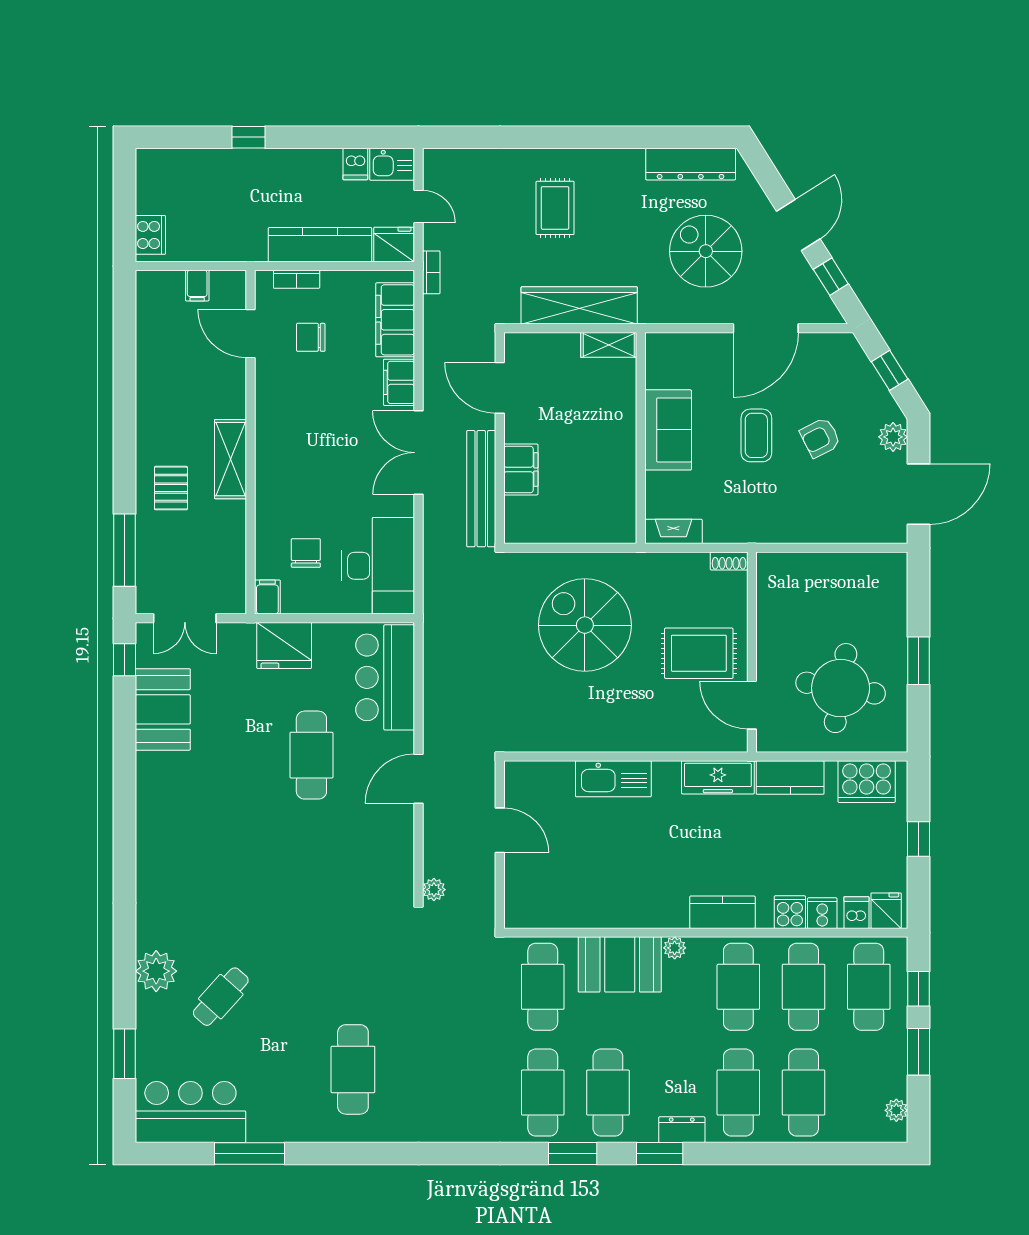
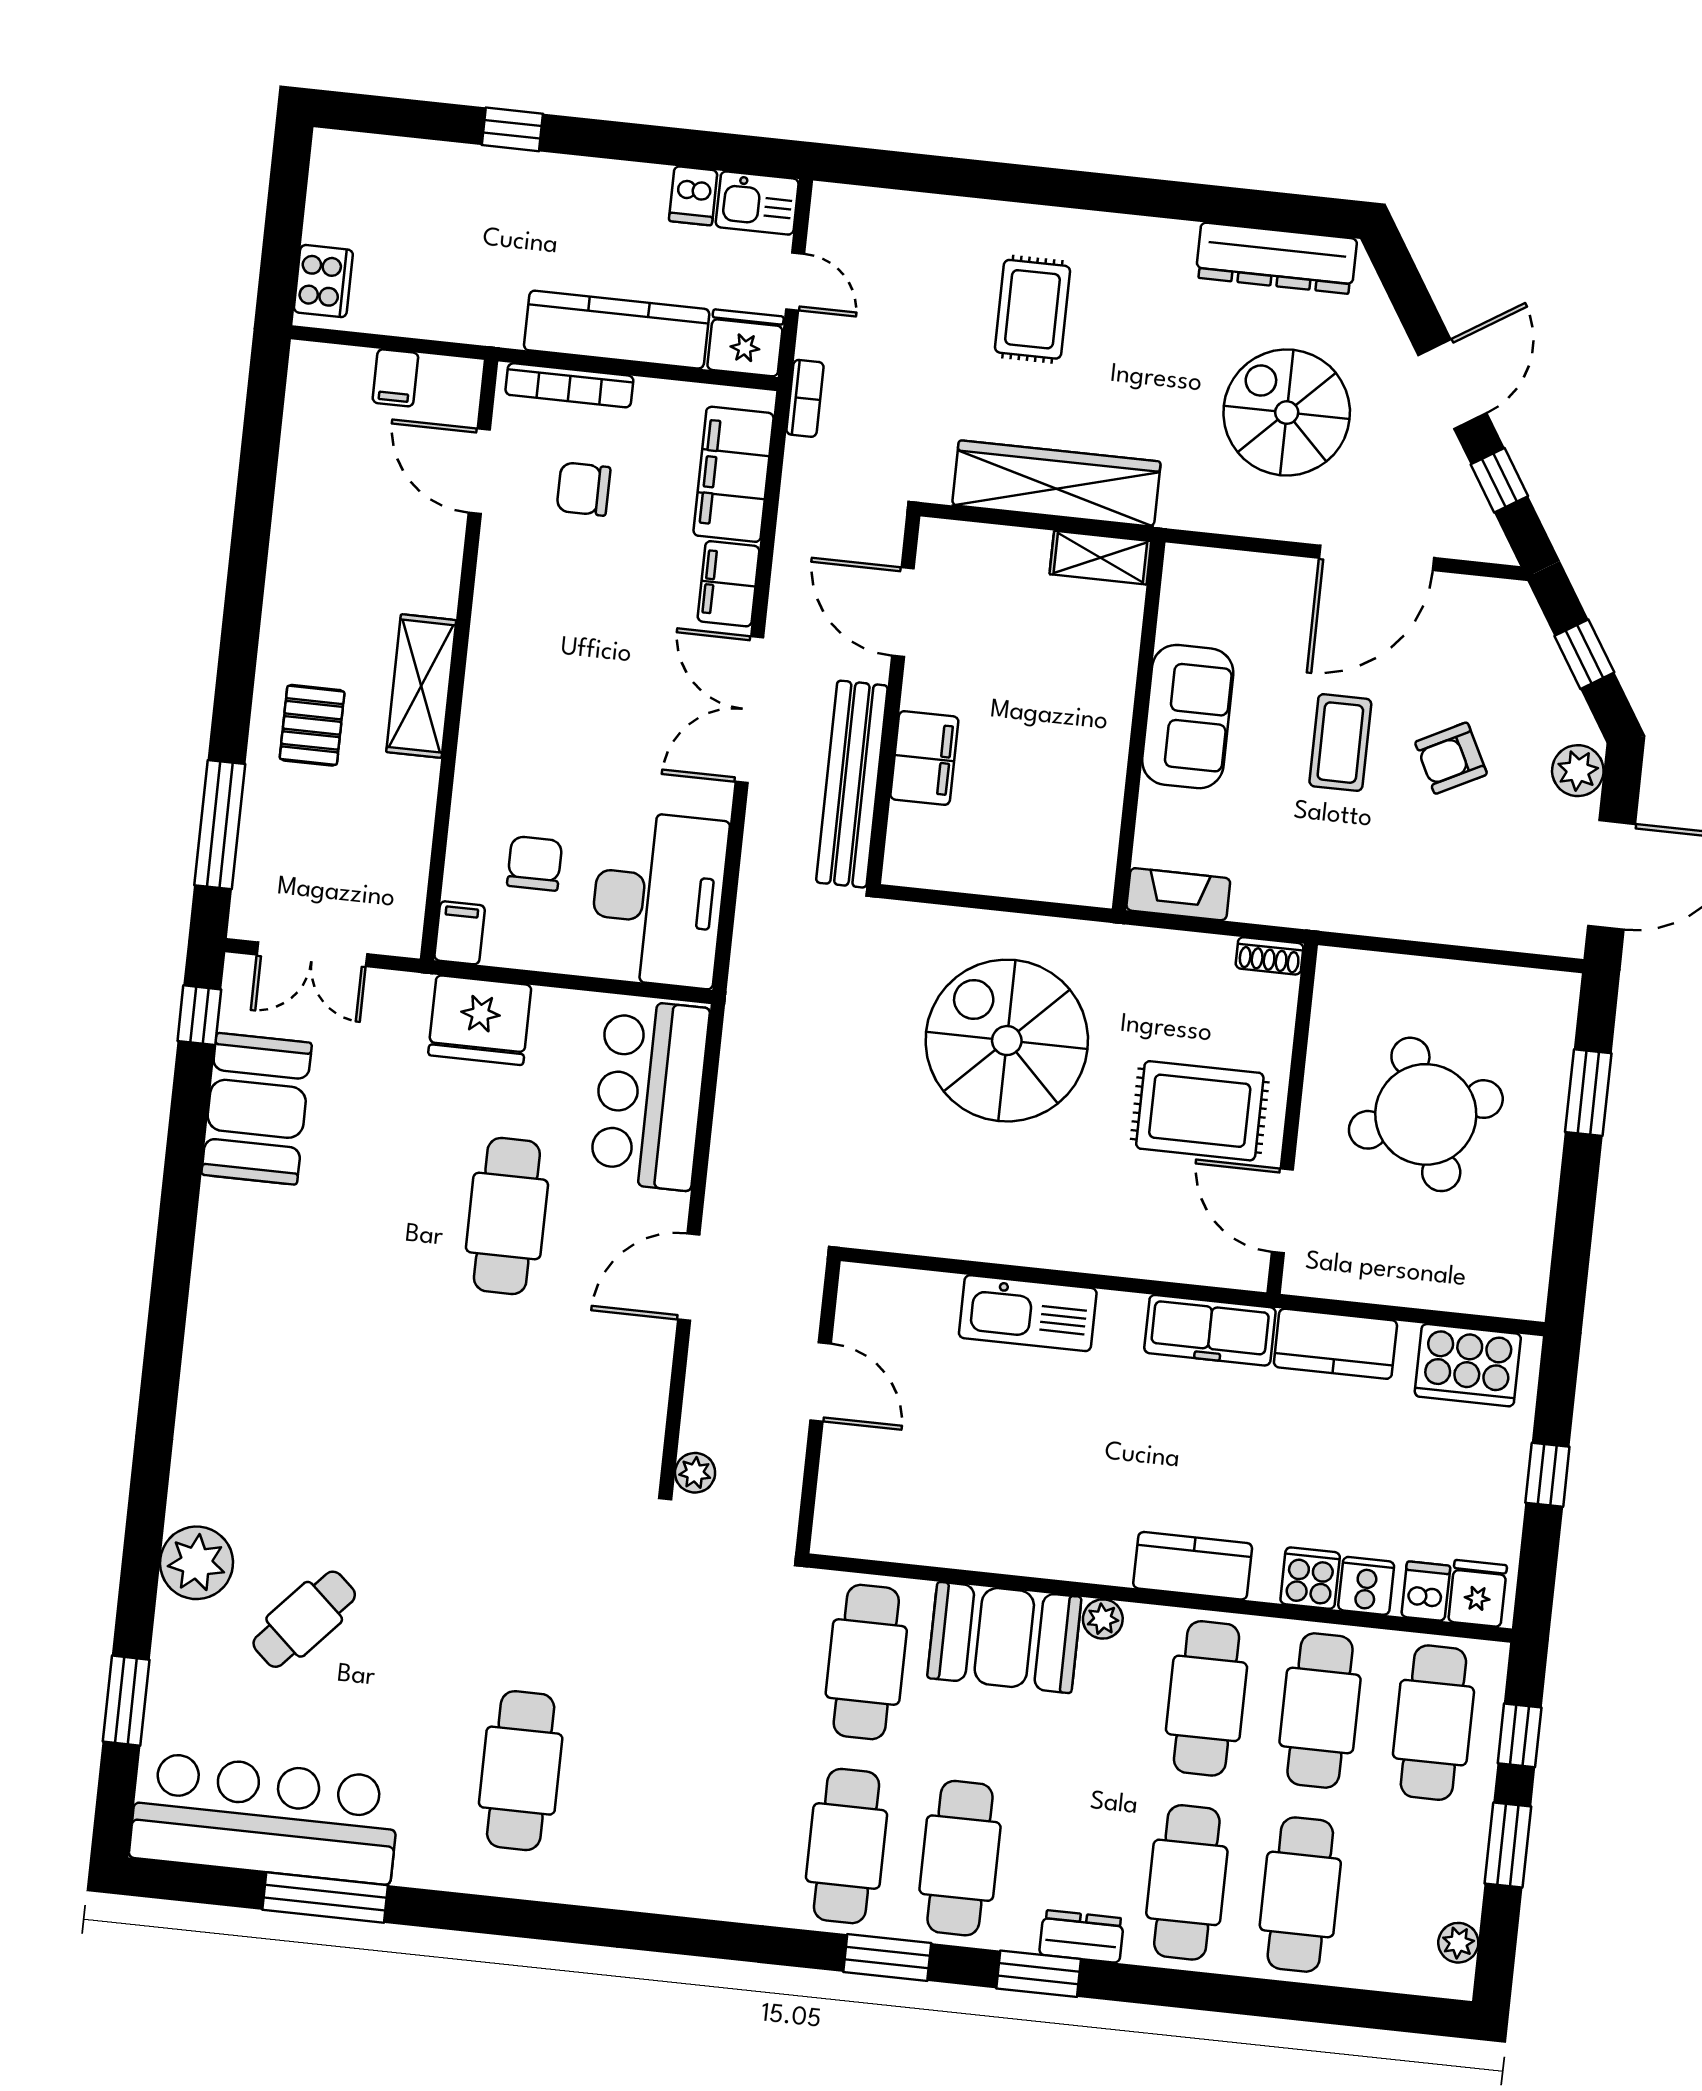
bookcase: (297, 279) -> (569, 385), width x1.56
window: (918, 661) -> (1588, 1093), moved
round table: (841, 688) -> (1426, 1114), moved, turned -30
bar counter: (190, 1112) -> (265, 1818), width x1.36

